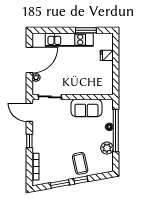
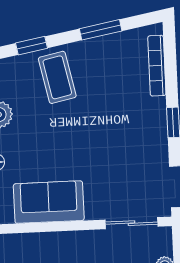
window: (81, 180) -> (32, 46), moved

